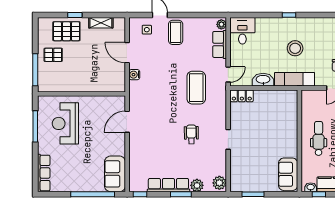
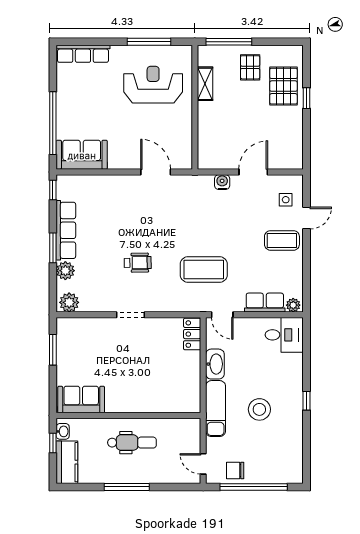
shelving: (101, 23) -> (205, 84), moved

